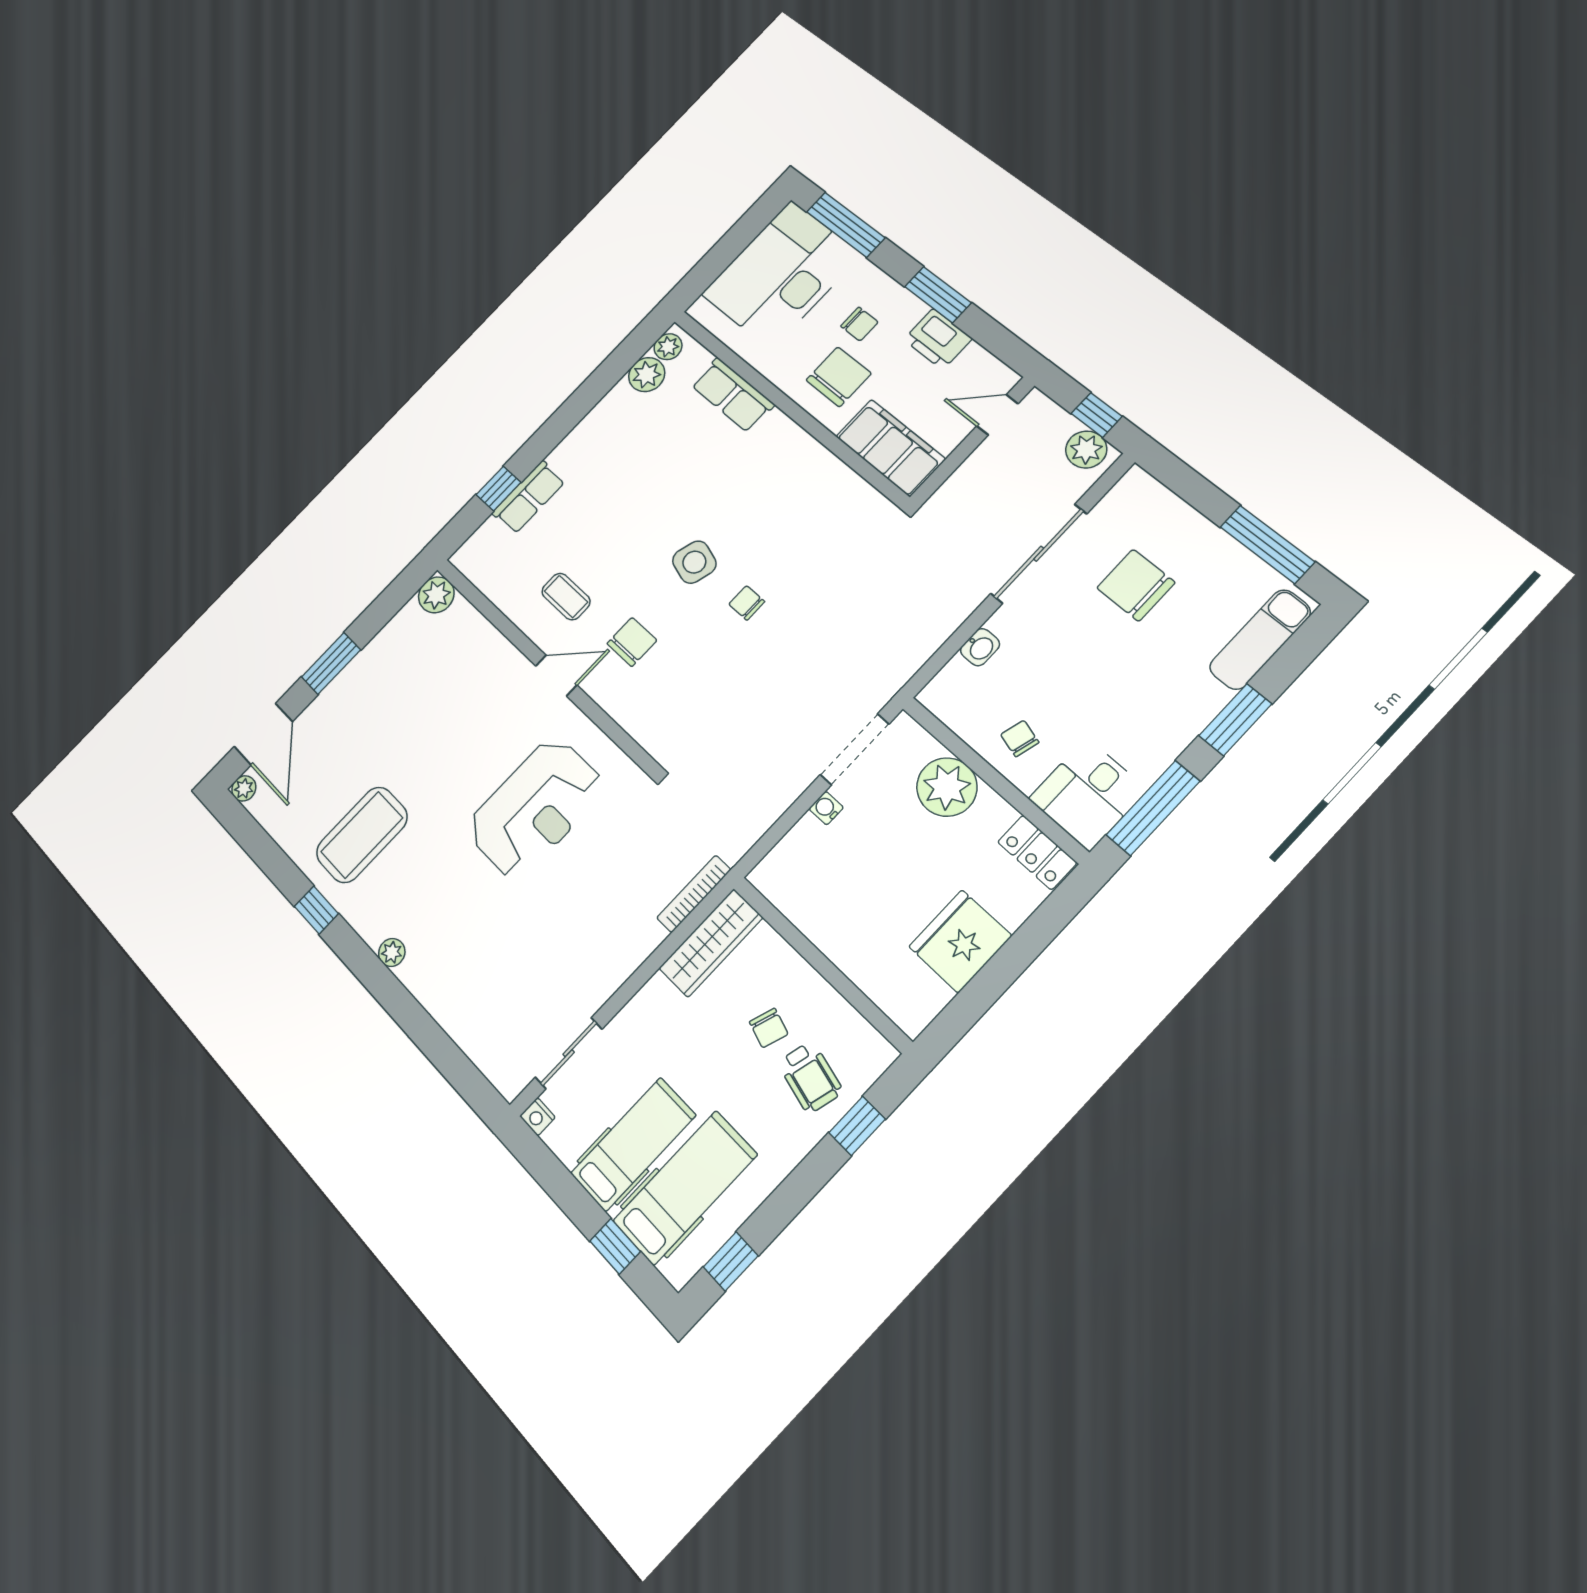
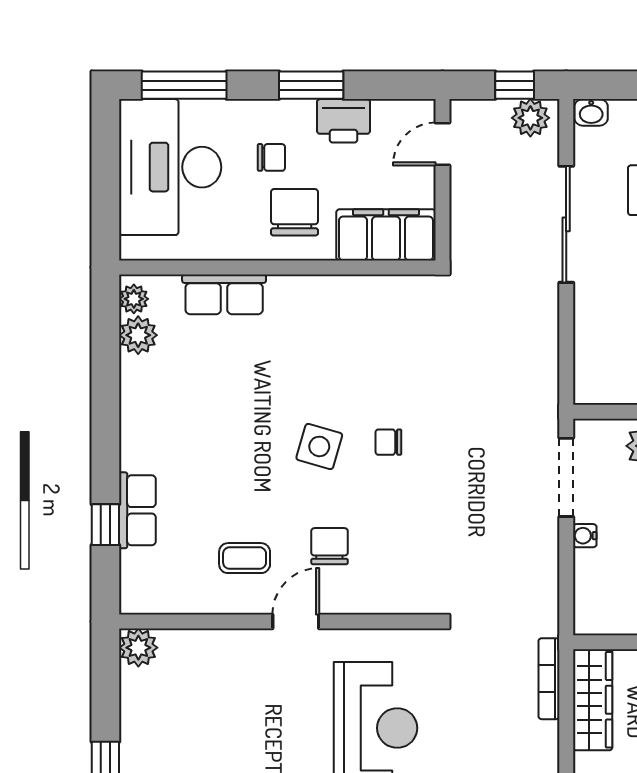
washbasin: (980, 647) -> (591, 112), moved, turned 90

